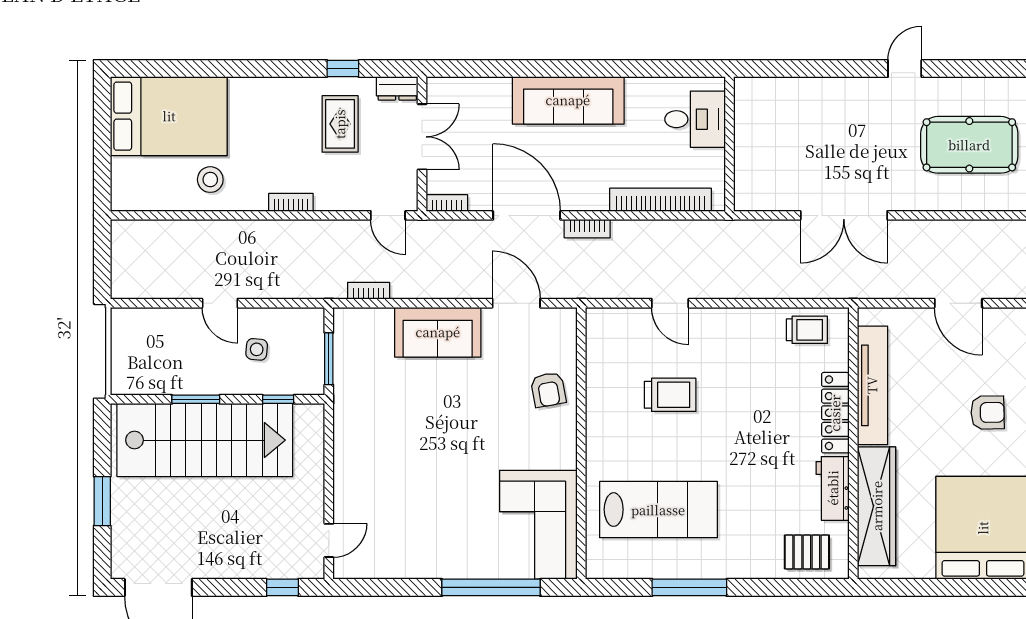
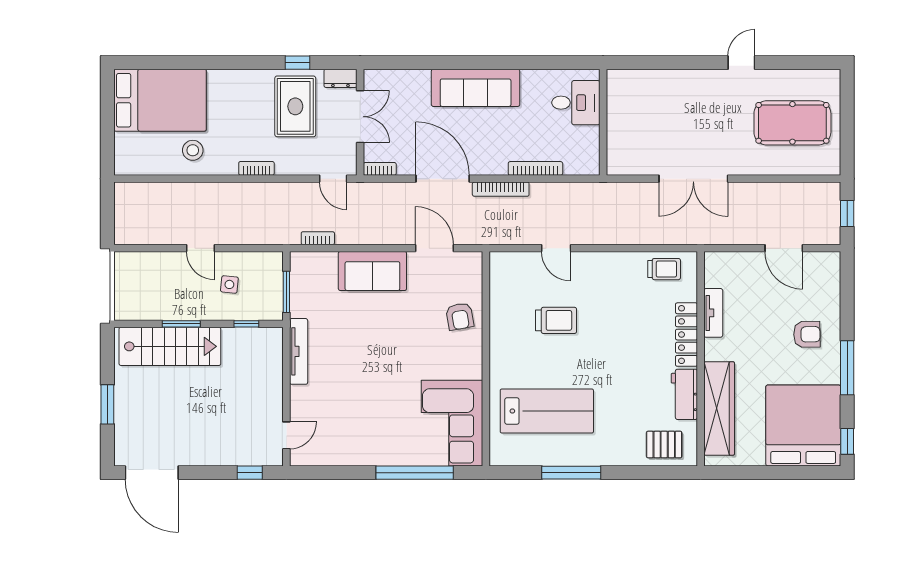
rug: (340, 124) -> (295, 106), width x1.36, depth x1.43
bookcase: (661, 200) -> (535, 168), width x0.68, depth x0.76
bookcase: (587, 229) -> (501, 189), width x1.56
tv unit: (872, 385) -> (713, 313), width x0.52, depth x0.78
tv unit: (344, 434) -> (299, 351), added
stairs: (205, 440) -> (170, 346), width x0.73, depth x0.66

